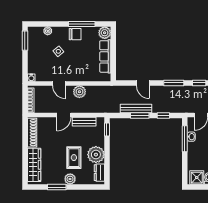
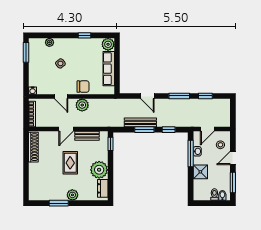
window: (82, 24) -> (85, 35), width x0.46
chair: (75, 34) -> (83, 87), moved
rug: (74, 158) -> (70, 163), moved
wardrobe: (34, 165) -> (35, 180), removed
shower: (197, 178) -> (200, 172), moved

